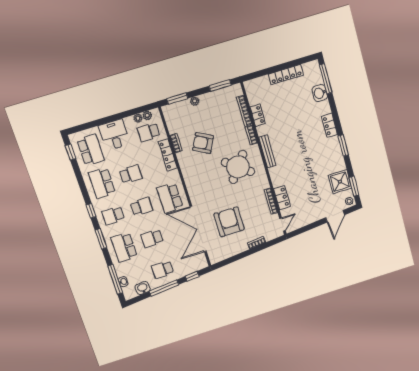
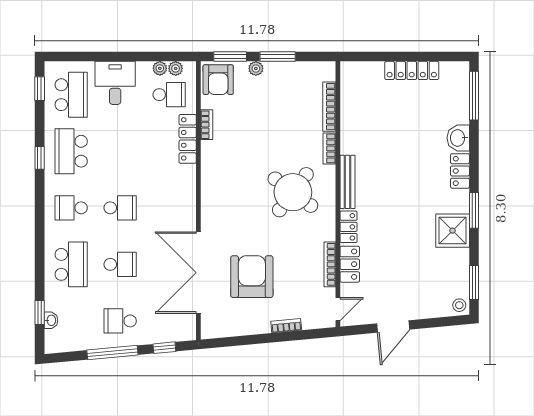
window: (220, 86) -> (278, 57), moved
washbasin: (320, 93) -> (458, 138), moved
locker: (258, 115) -> (348, 227), moved
school desk: (149, 132) -> (169, 95), turned 180
armchair: (203, 143) -> (218, 80), moved, turned -118
school desk: (131, 174) -> (120, 151), removed
shower: (340, 182) -> (453, 231), moved
school desk: (170, 198) -> (169, 208), removed
window: (91, 211) -> (40, 158), moved
door: (335, 216) -> (393, 326), moved
school desk: (152, 238) -> (120, 264), turned 180
window: (101, 239) -> (40, 239), removed
school desk: (124, 247) -> (71, 264), turned 180
window: (115, 279) -> (40, 312), width x0.46
washbasin: (143, 288) -> (78, 341), removed

